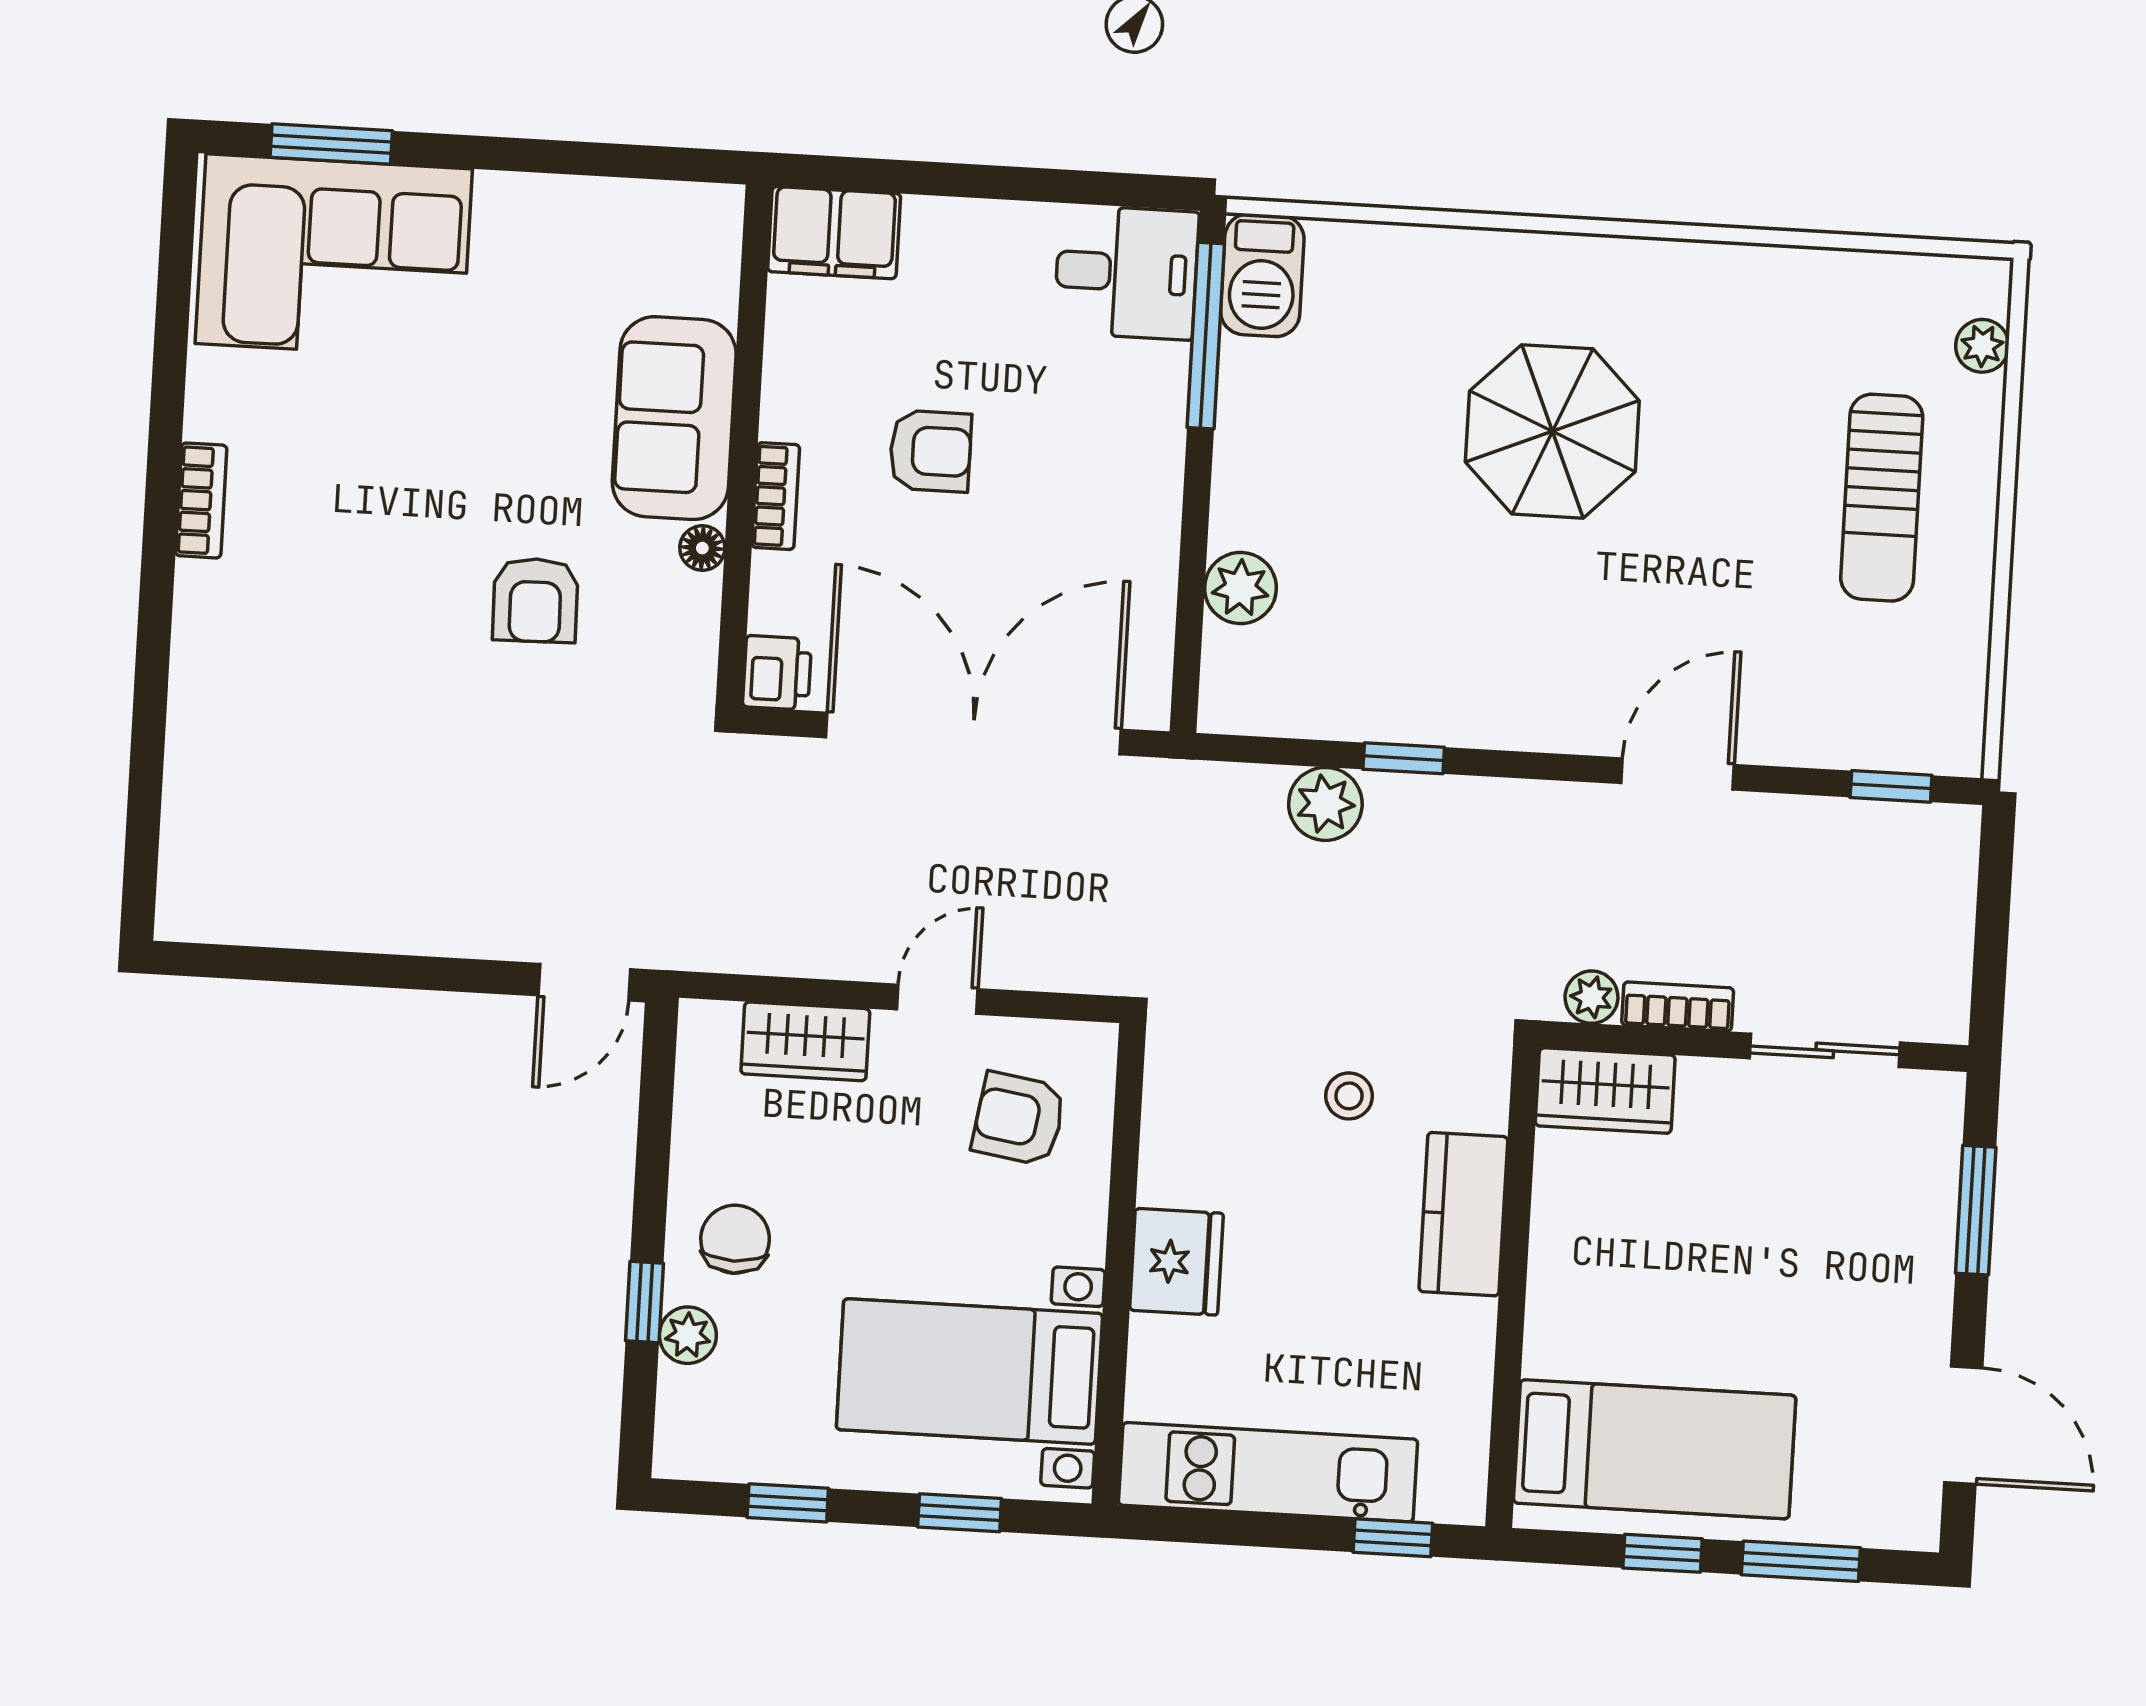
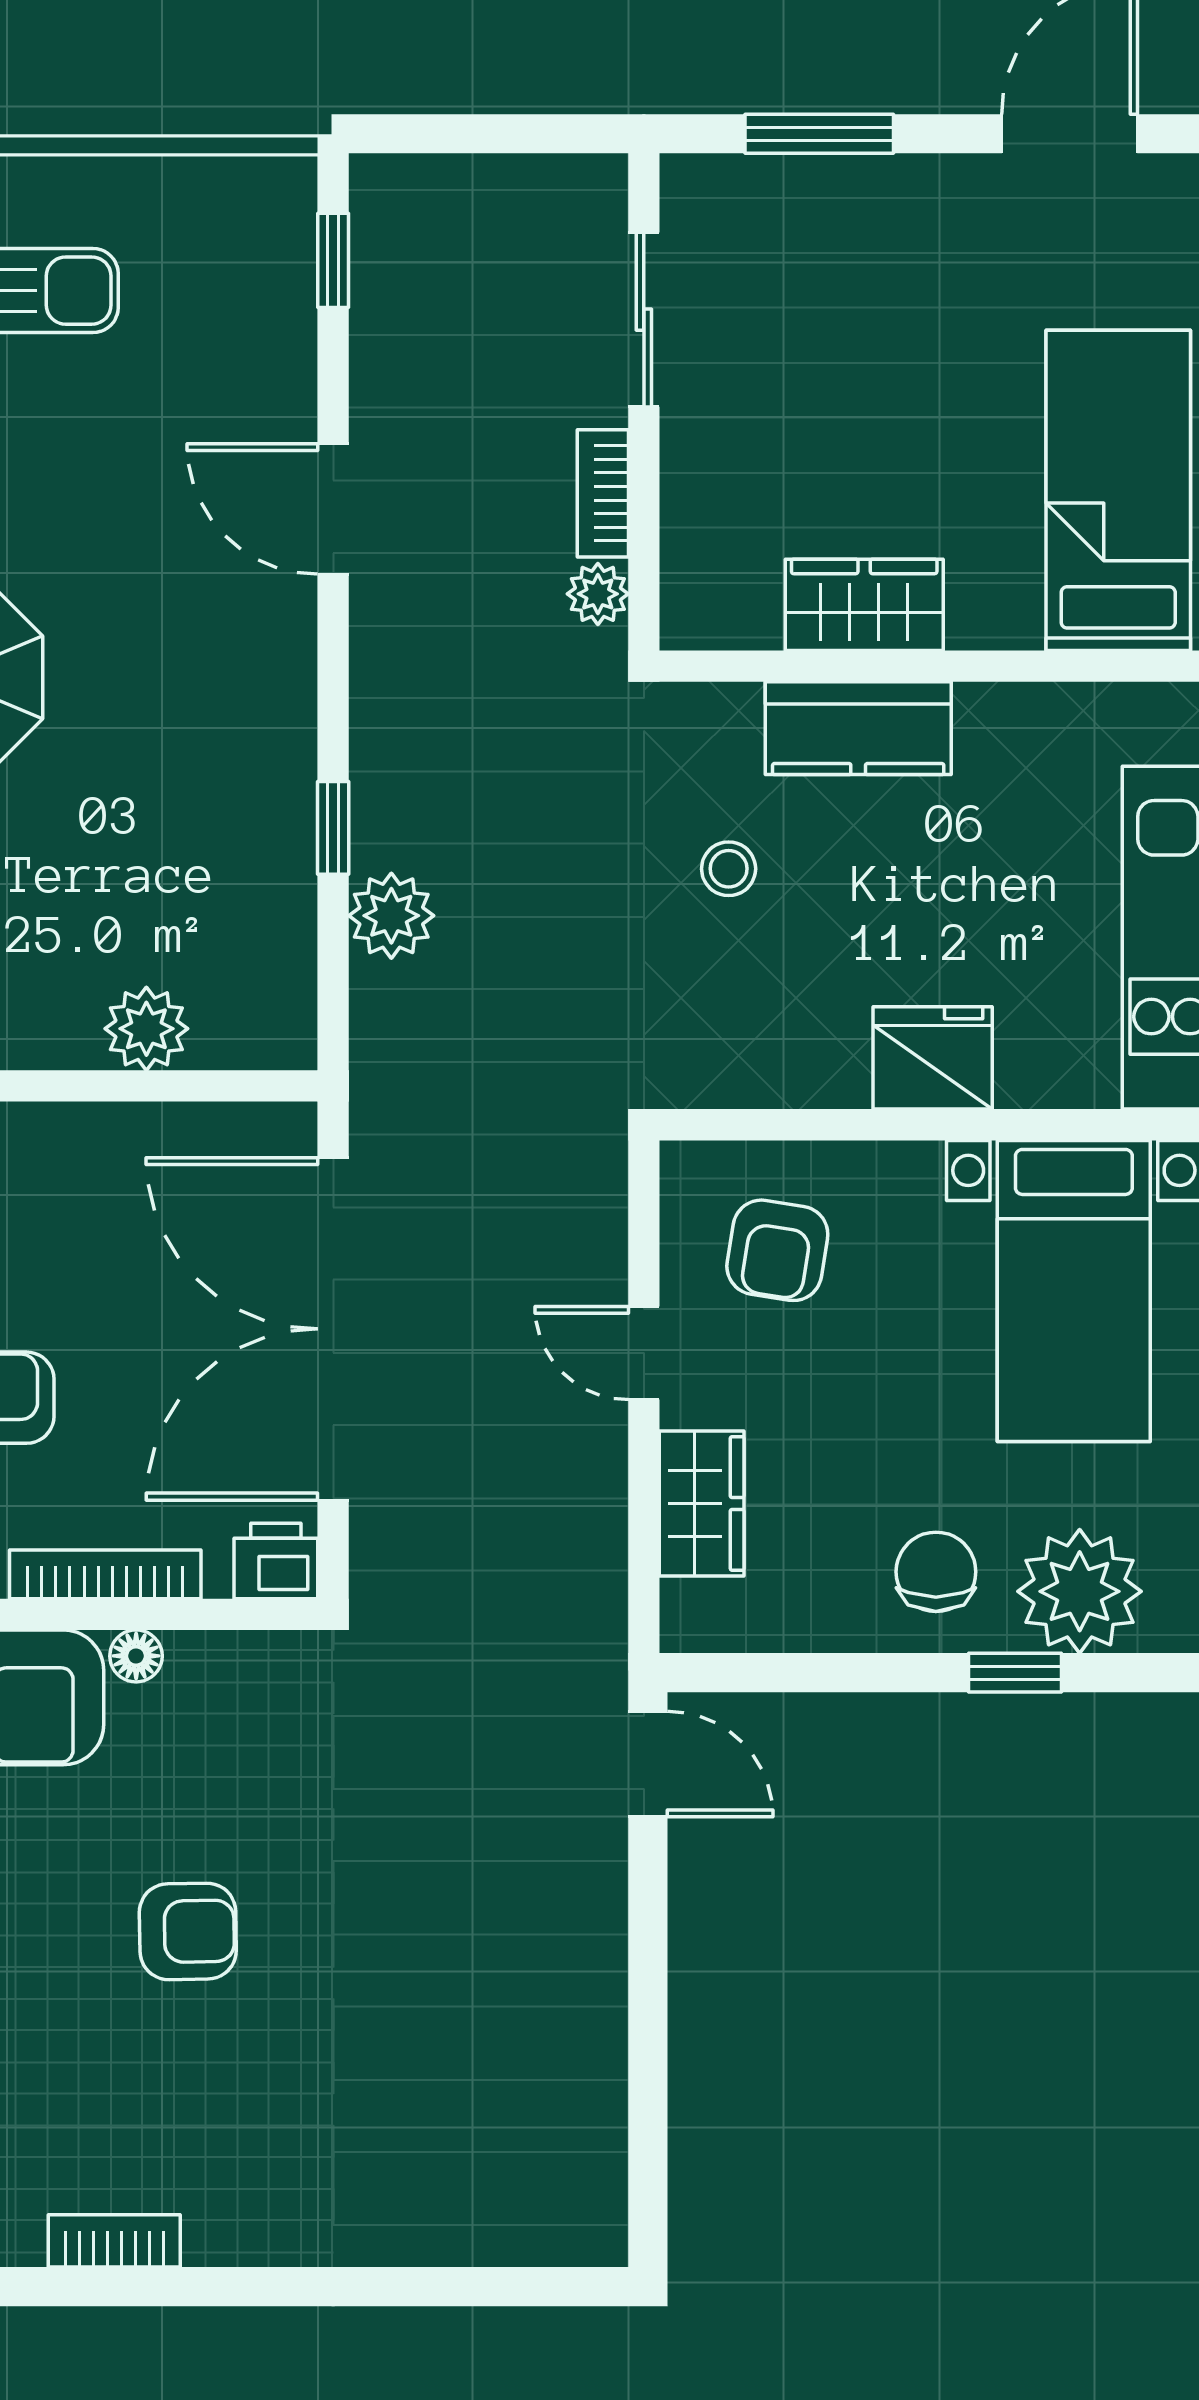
bookcase: (776, 496) -> (105, 1574), width x1.56
armchair: (535, 600) -> (188, 1931), moved
wardrobe: (1605, 1091) -> (864, 605), moved, turned -90
chair: (735, 1239) -> (936, 1572), turned 90
plant: (688, 1335) -> (1080, 1591), width x1.87, depth x1.87

